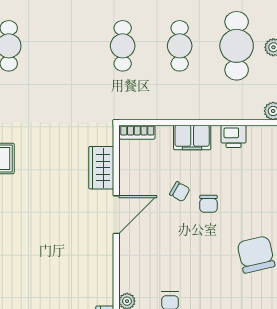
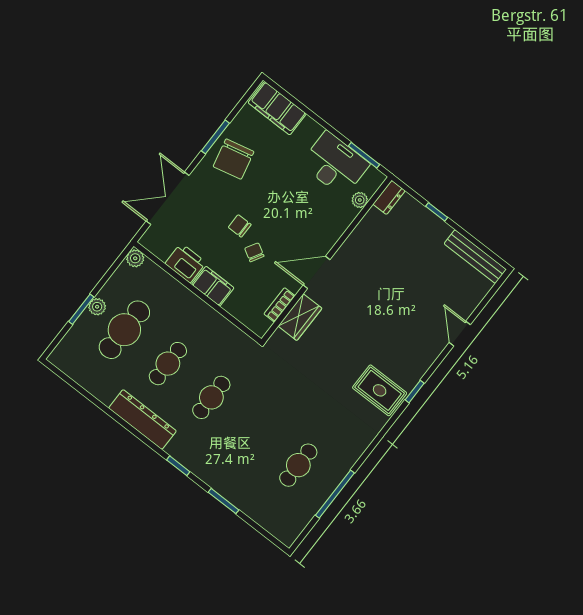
bookcase: (137, 132) -> (279, 305), moved, turned -90
printer: (234, 136) -> (186, 263), width x1.36, depth x1.24
chair: (208, 204) -> (240, 226), turned -90

